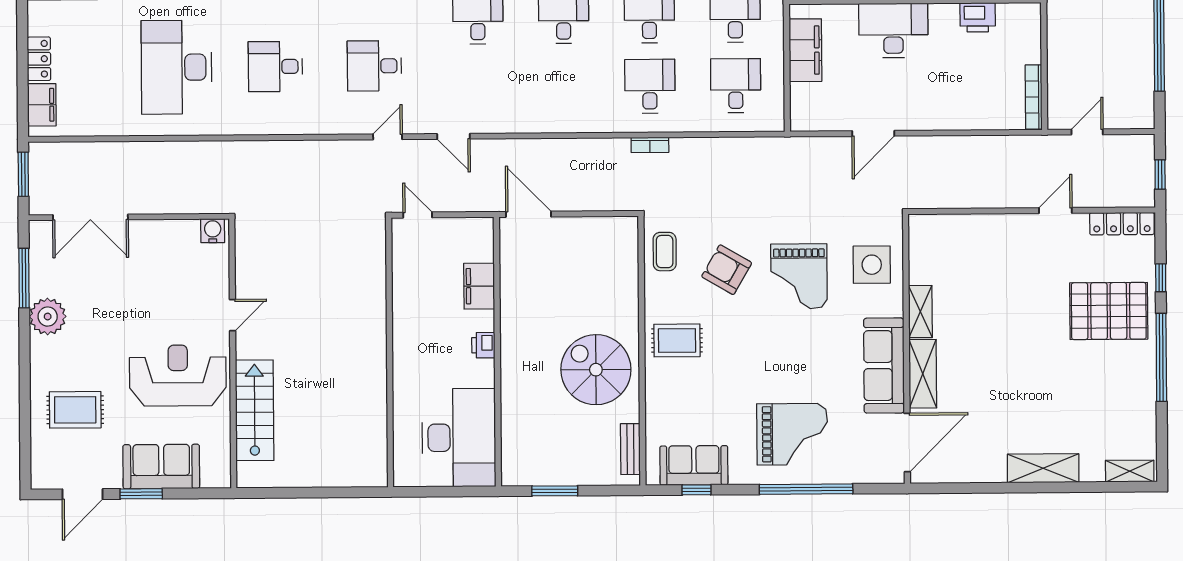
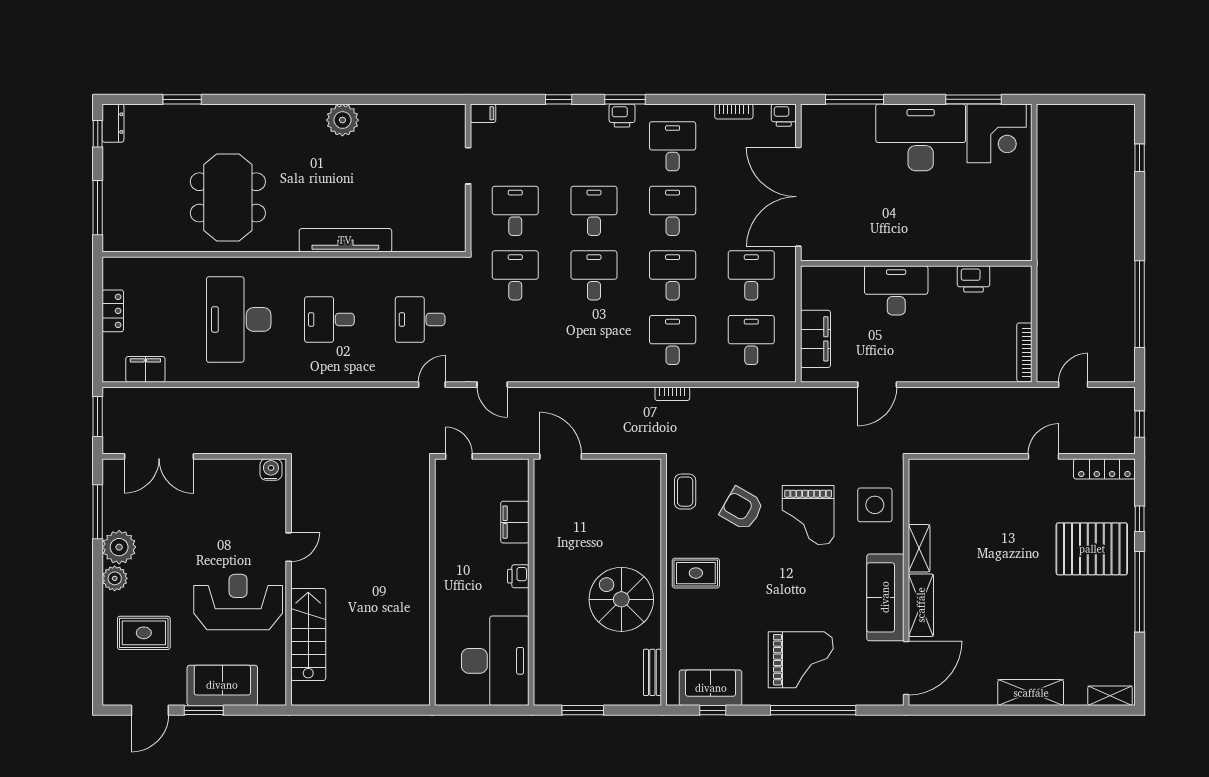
filing cabinet: (805, 50) -> (815, 339), moved
filing cabinet: (42, 105) -> (145, 369), moved, turned -90
plant: (43, 351) -> (115, 578), added

